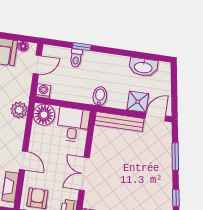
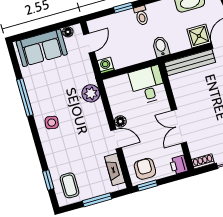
toilet: (76, 58) -> (141, 15), moved
floor lamp: (44, 115) -> (120, 121), moved, width x0.53, depth x0.53

